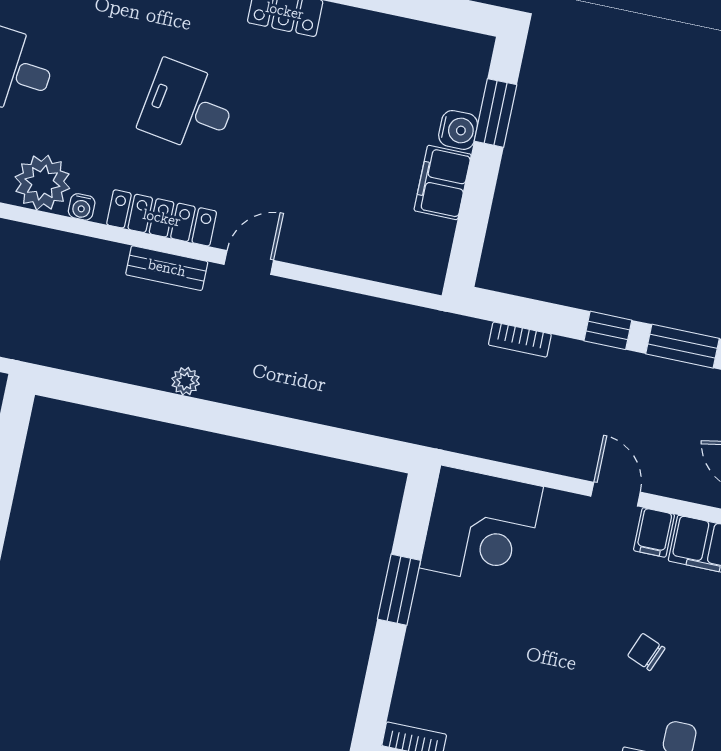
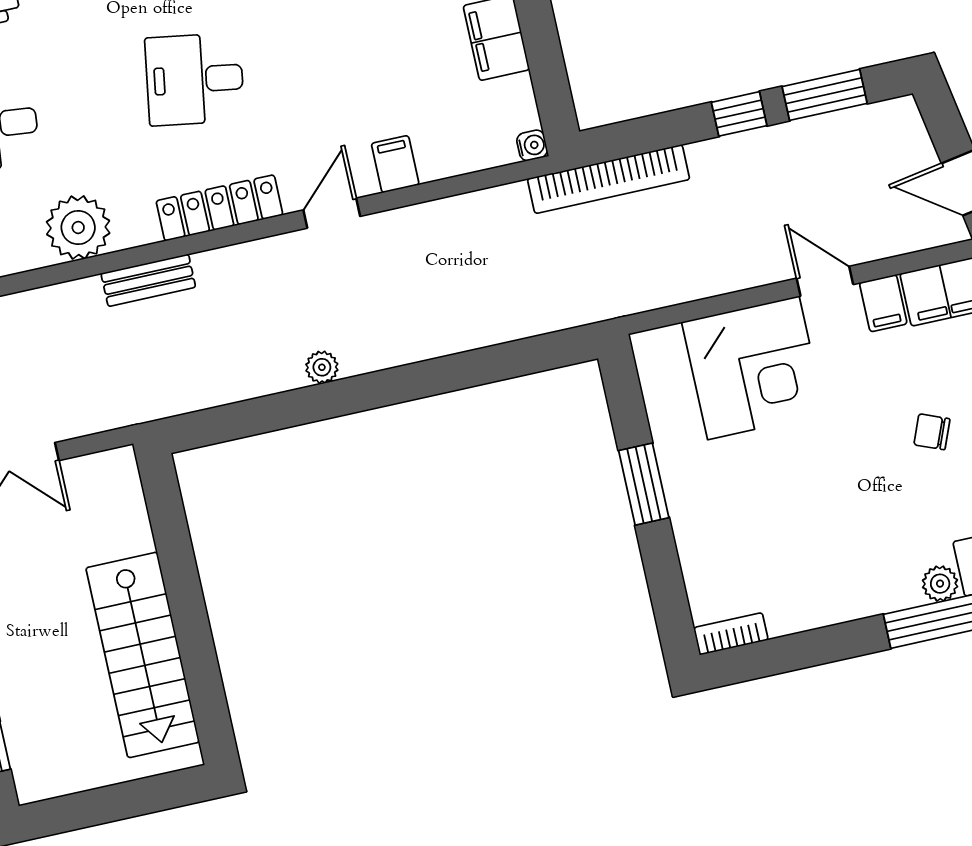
water cooler: (82, 207) -> (532, 145), moved, turned -90
filing cabinet: (317, 246) -> (395, 164), added
bench: (167, 268) -> (148, 280), moved
bookcase: (520, 340) -> (609, 179), width x2.31, depth x1.31
corner desk: (481, 527) -> (753, 368), moved

